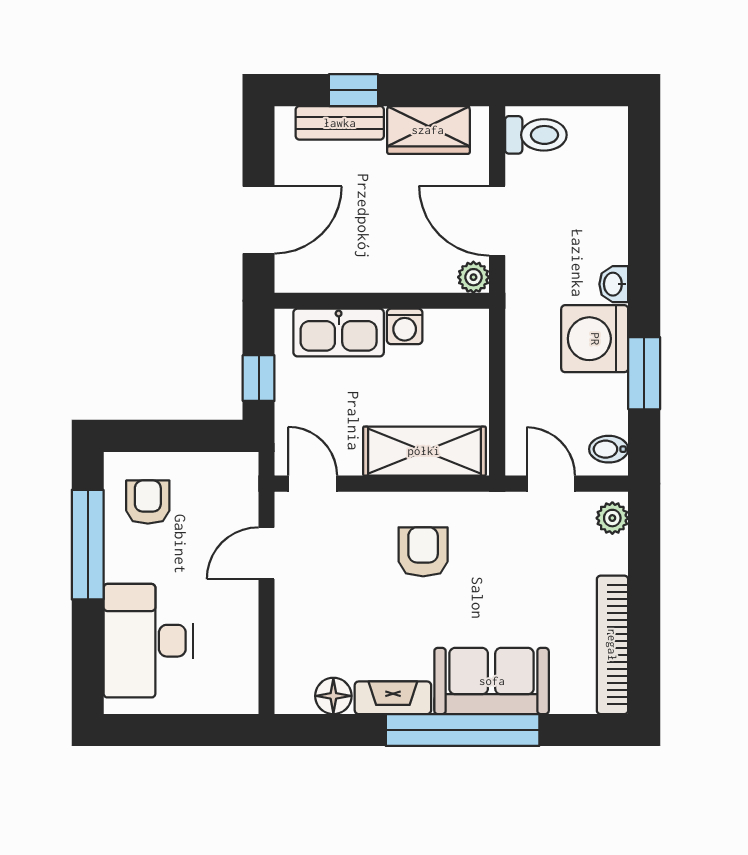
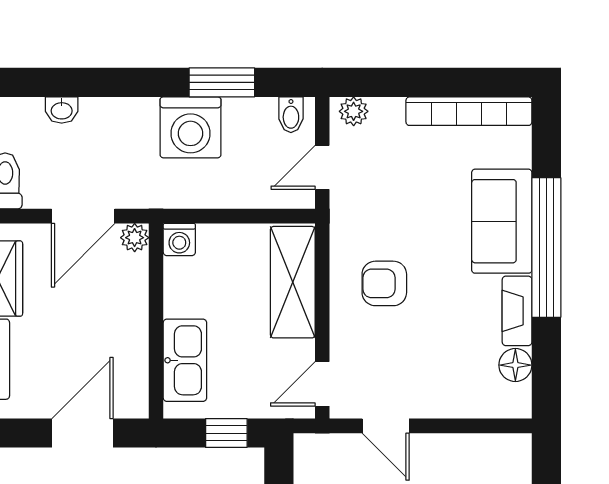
door: (259, 220) -> (83, 433), hinge flipped
washbasin: (614, 284) -> (62, 110), moved
washing machine: (405, 326) -> (179, 239), moved, turned 90

